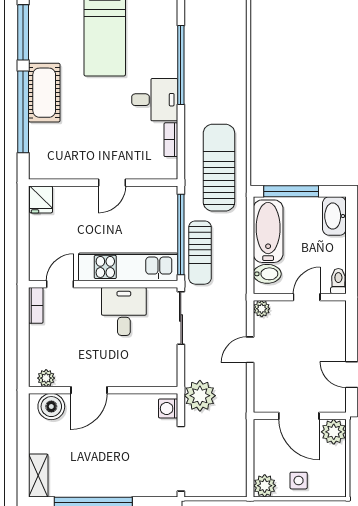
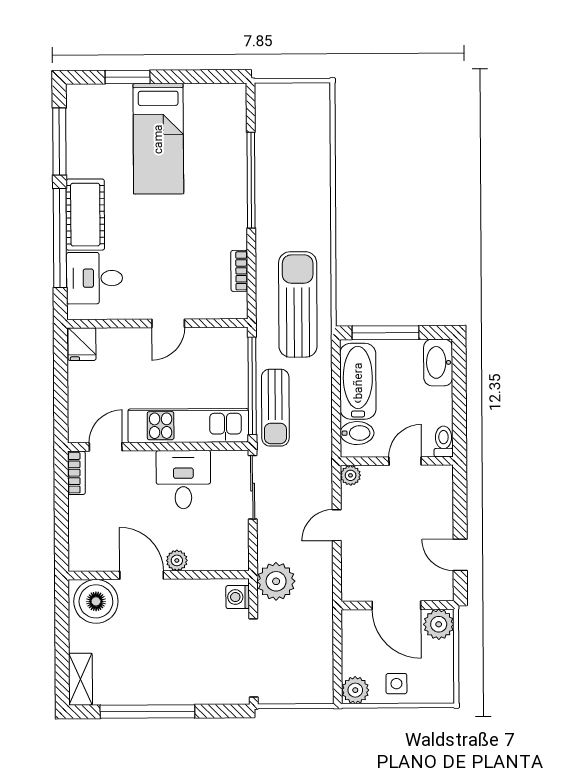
desk: (155, 100) -> (94, 278), moved, turned 180
plant: (46, 378) -> (177, 560), moved
door: (89, 390) -> (142, 575), swing flipped
boiler: (51, 407) -> (96, 601), width x1.37, depth x1.37

